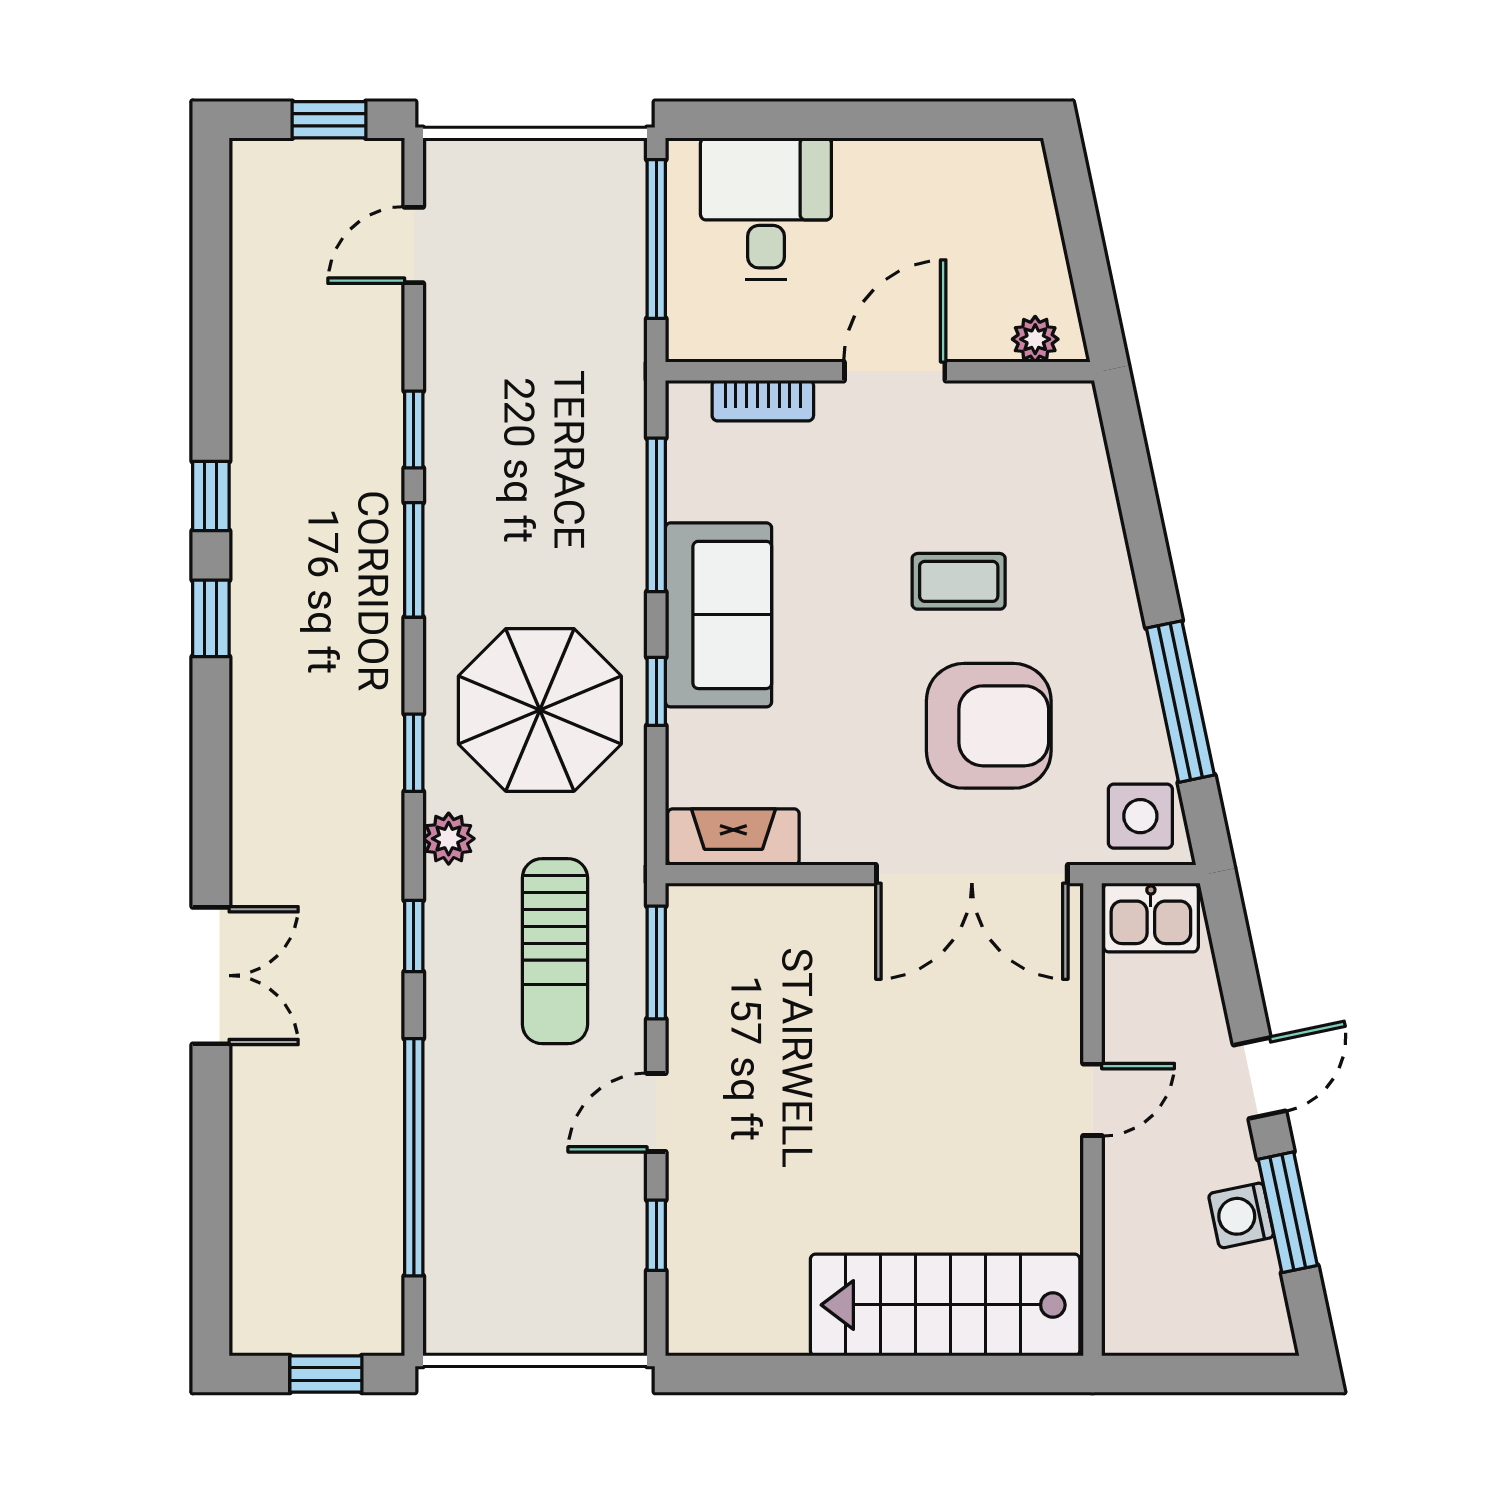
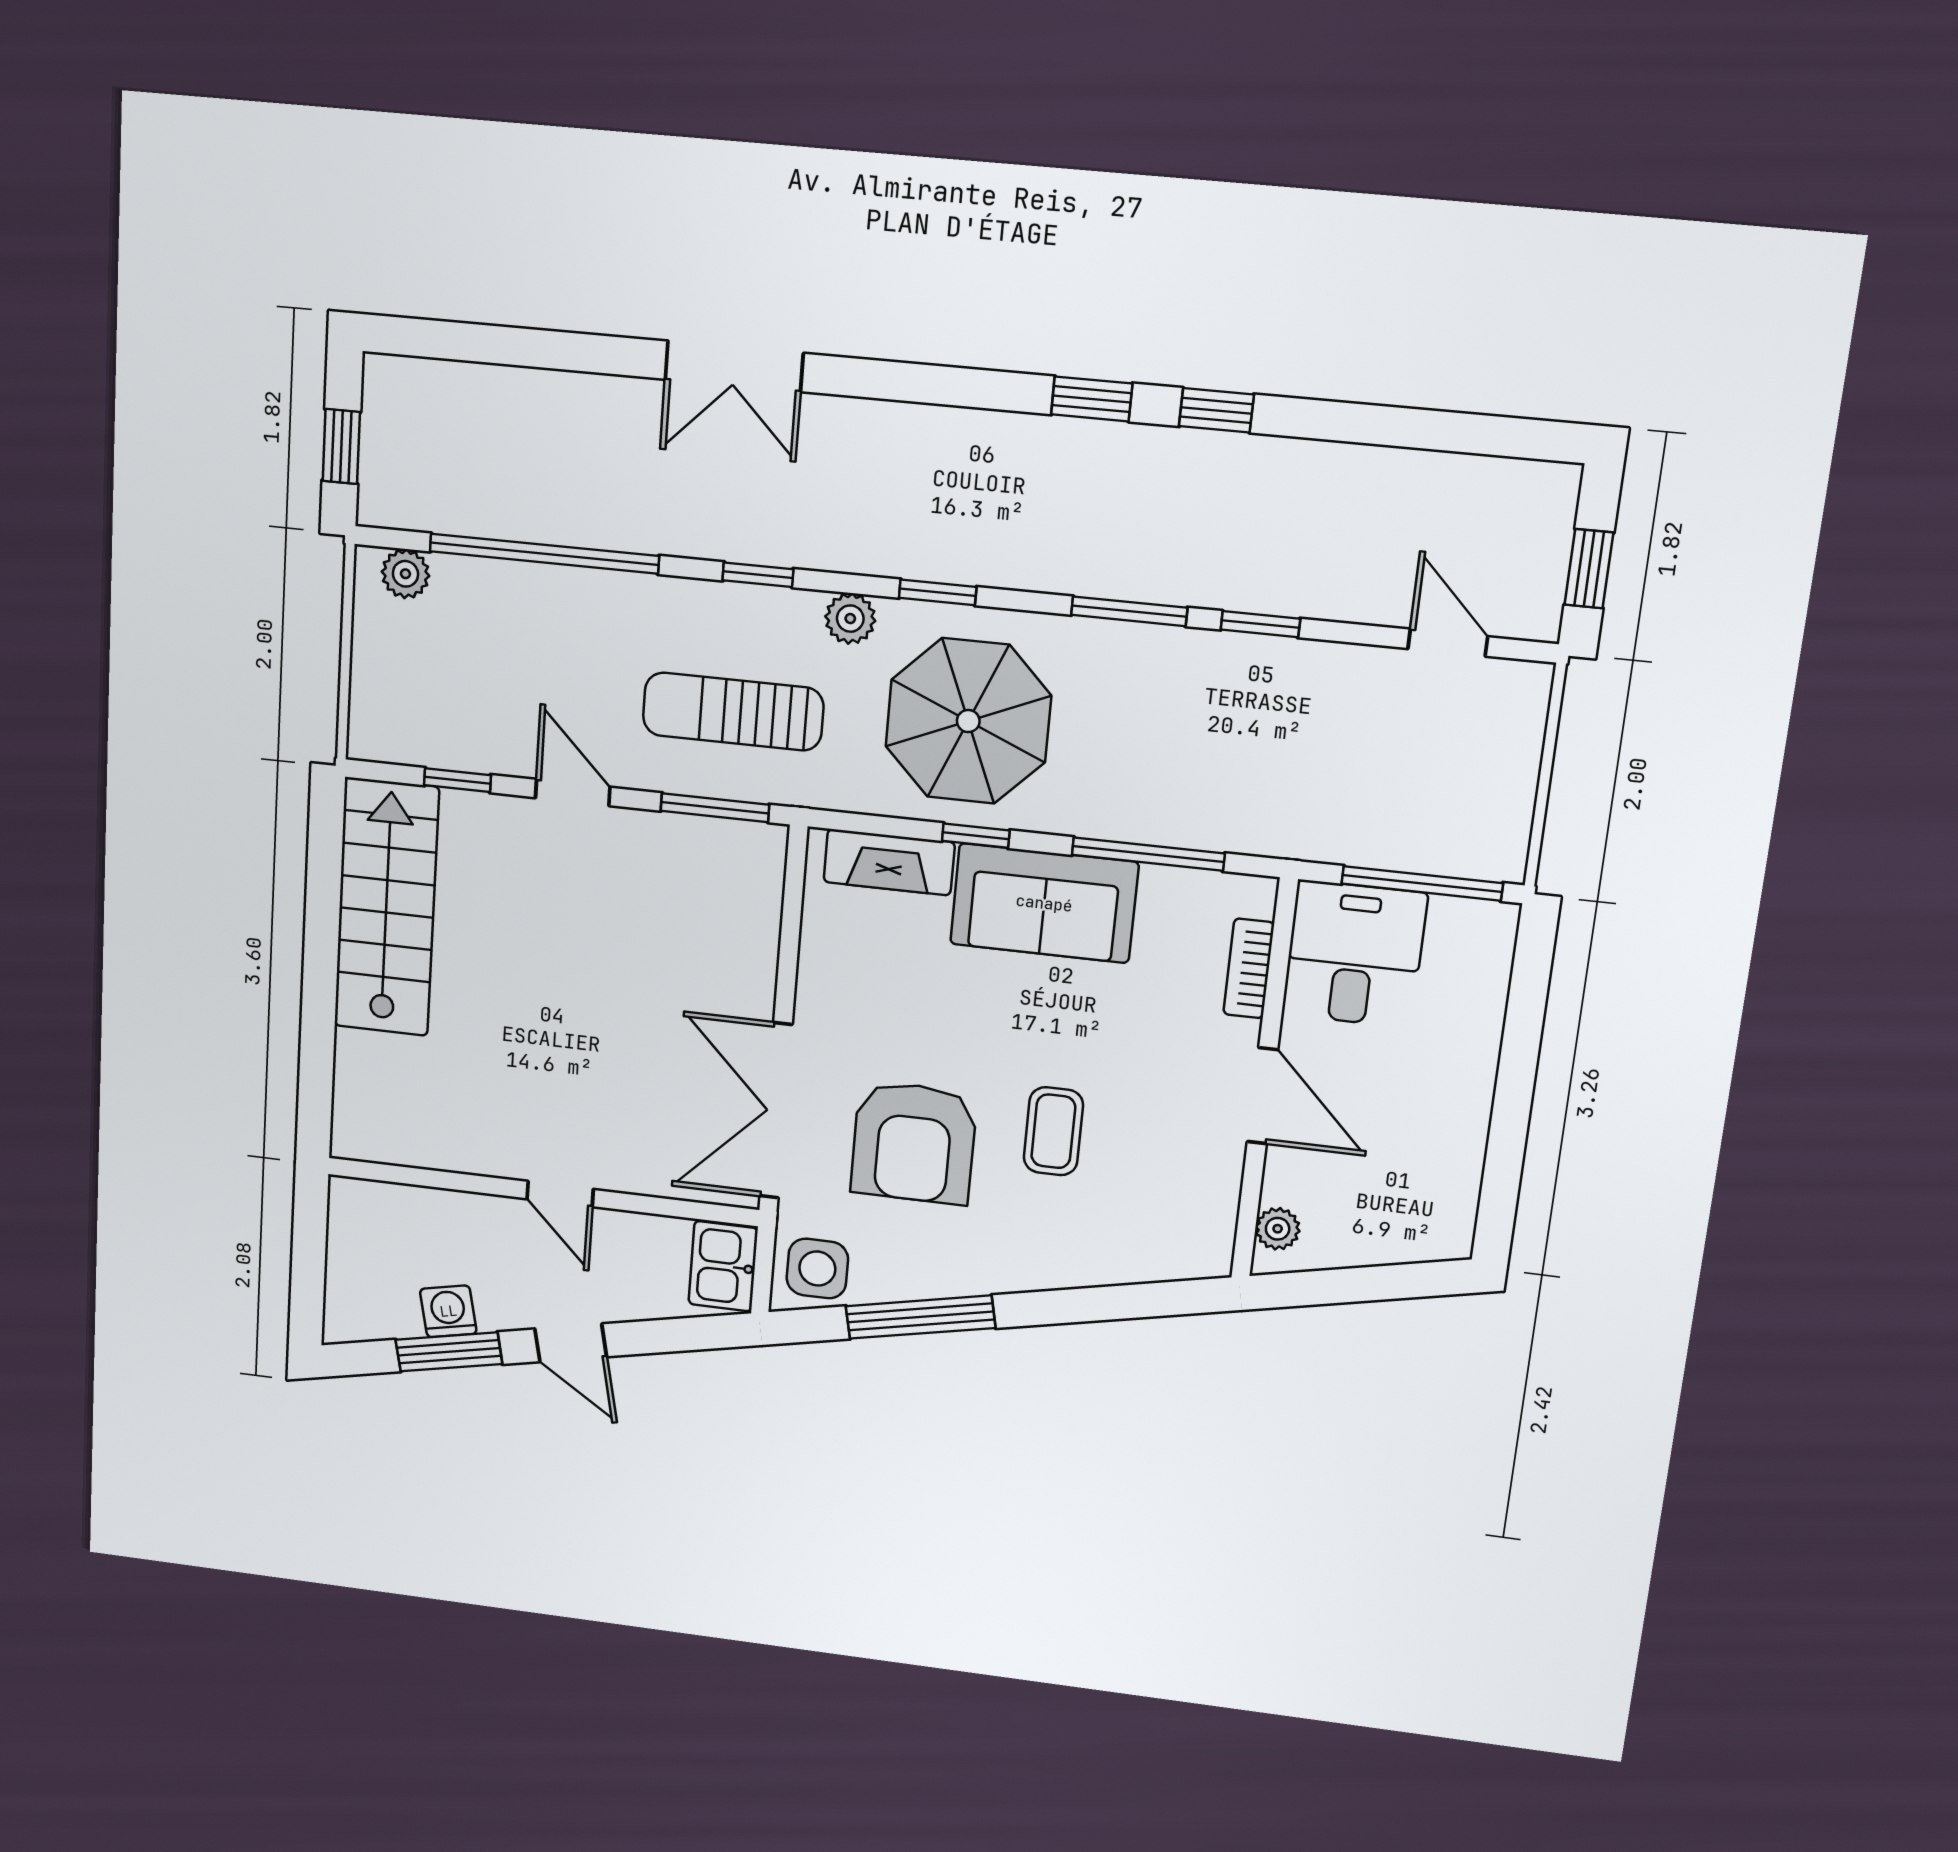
desk: (766, 209) -> (1354, 954), moved, turned -90
fireplace: (733, 837) -> (889, 862), moved, turned 90
plant: (448, 1301) -> (405, 574), added
stairs: (945, 1305) -> (386, 907), moved

